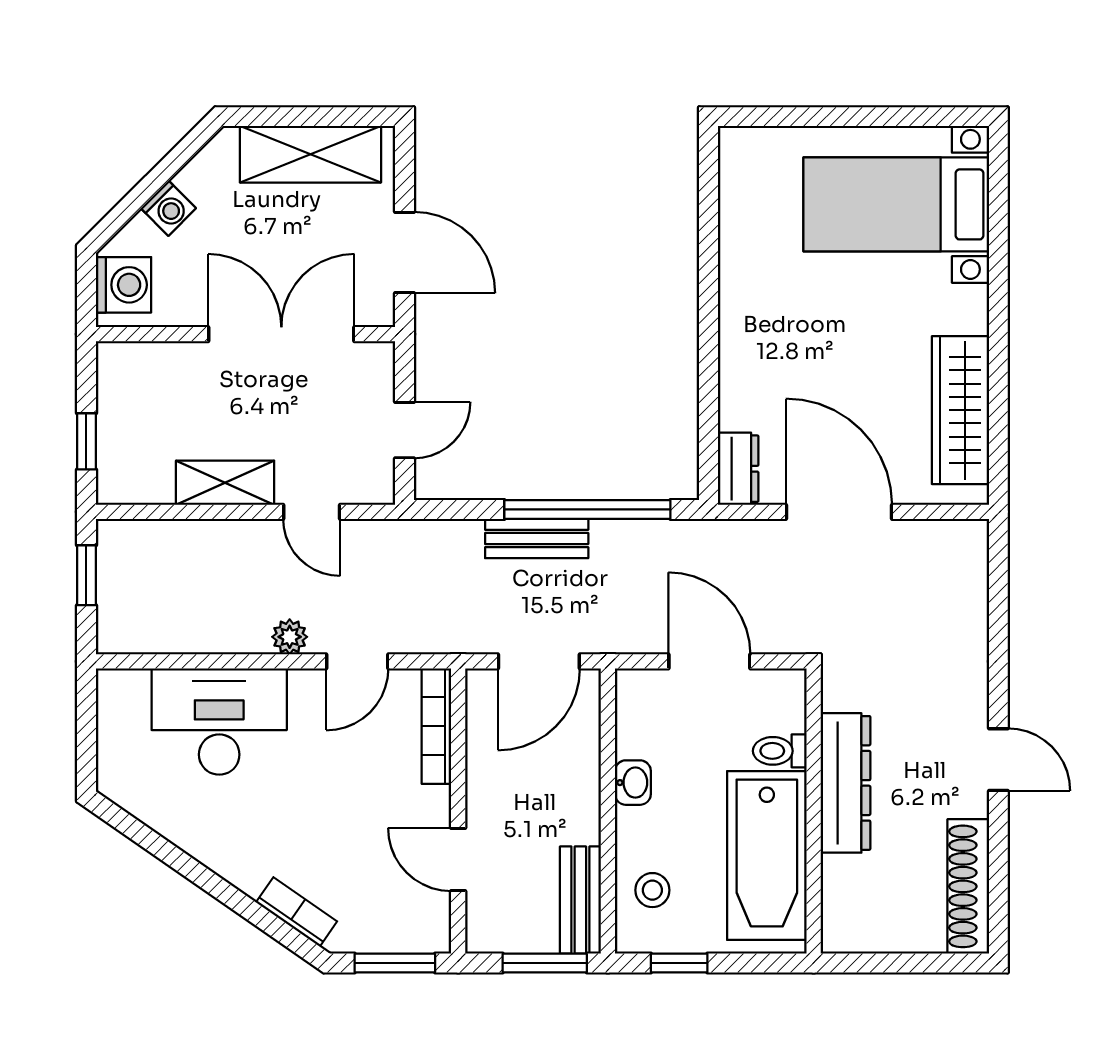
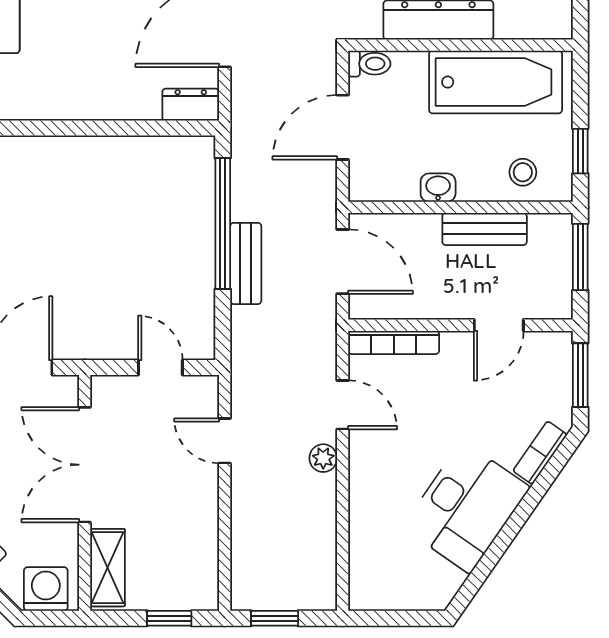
shelving: (225, 483) -> (108, 568), moved
door: (312, 512) -> (225, 441), swing flipped
desk: (219, 722) -> (466, 507), moved, turned -145
toilet: (780, 751) -> (369, 64), moved, turned -90
bench: (580, 900) -> (485, 229), moved

